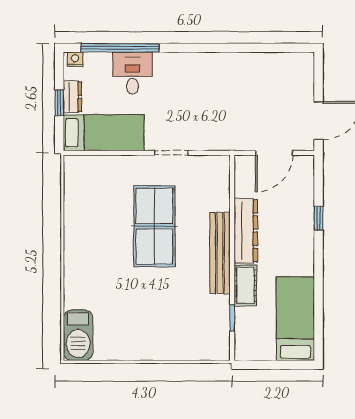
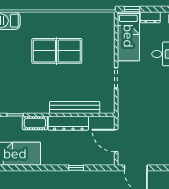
window: (59, 103) -> (132, 9), moved
table tennis table: (154, 226) -> (57, 51), moved
bench: (220, 253) -> (75, 107), moved

